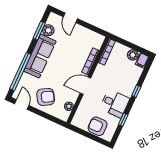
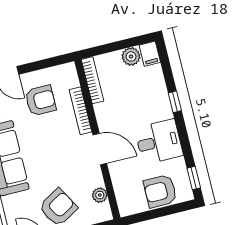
armchair: (76, 42) -> (41, 101), added
door: (85, 86) -> (100, 149), swing flipped
window: (123, 120) -> (194, 178), moved

